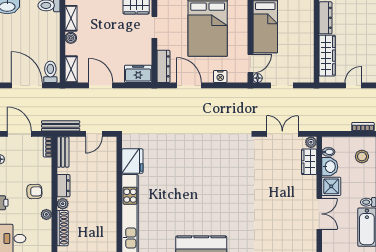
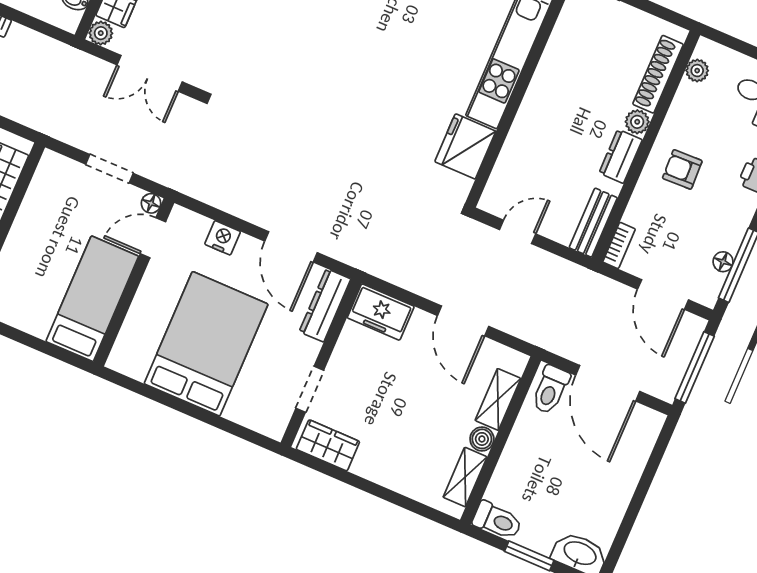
shelving: (71, 69) -> (498, 399), moved
bench: (61, 126) -> (576, 275), removed
plant: (46, 214) -> (697, 71), moved

